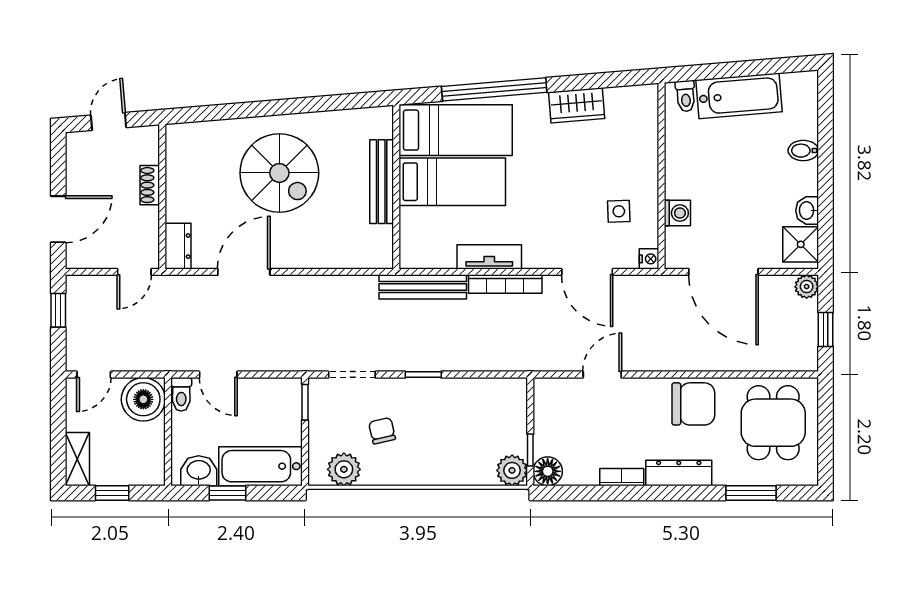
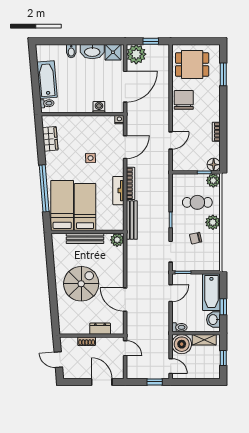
wardrobe: (577, 105) -> (50, 139), moved
washbasin: (807, 210) -> (92, 52), width x1.91, depth x1.45
side table: (619, 211) -> (91, 158), moved
dresser: (178, 246) -> (100, 329), moved
plant: (378, 254) -> (117, 240), added
plant: (807, 287) -> (136, 54), width x1.88, depth x1.88
window: (58, 310) -> (155, 382), moved
door: (218, 375) -> (171, 293), moved
door: (602, 375) -> (171, 140), swing flipped
cafe table: (463, 435) -> (197, 202), added
shelving: (77, 459) -> (204, 340), moved
plant: (344, 469) -> (213, 222), moved
dresser: (679, 473) -> (214, 106), removed

